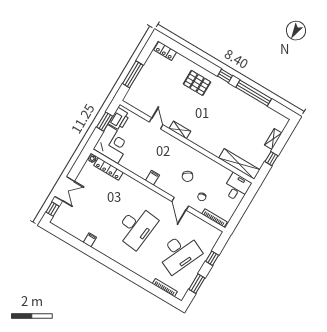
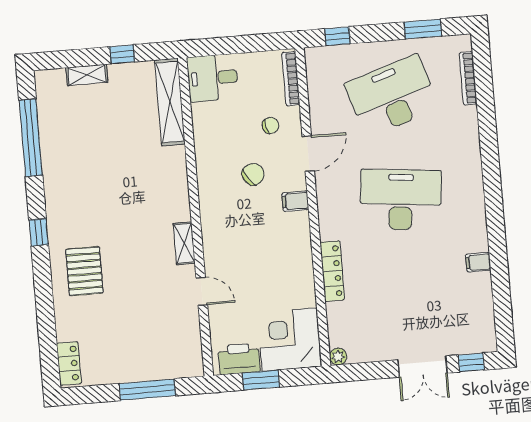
window: (254, 93) -> (31, 138), moved
door: (156, 123) -> (202, 291), swing flipped
locker: (108, 169) -> (332, 271), moved
filing cabinet: (152, 178) -> (295, 201), moved
double door: (65, 189) -> (423, 367), swing flipped
desk: (179, 253) -> (392, 96), turned -42
window: (212, 258) -> (337, 36), moved

